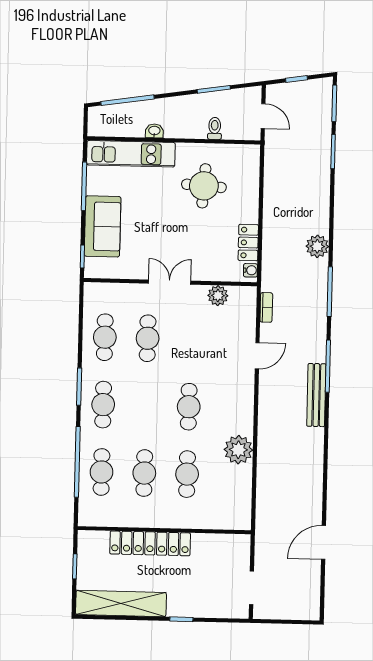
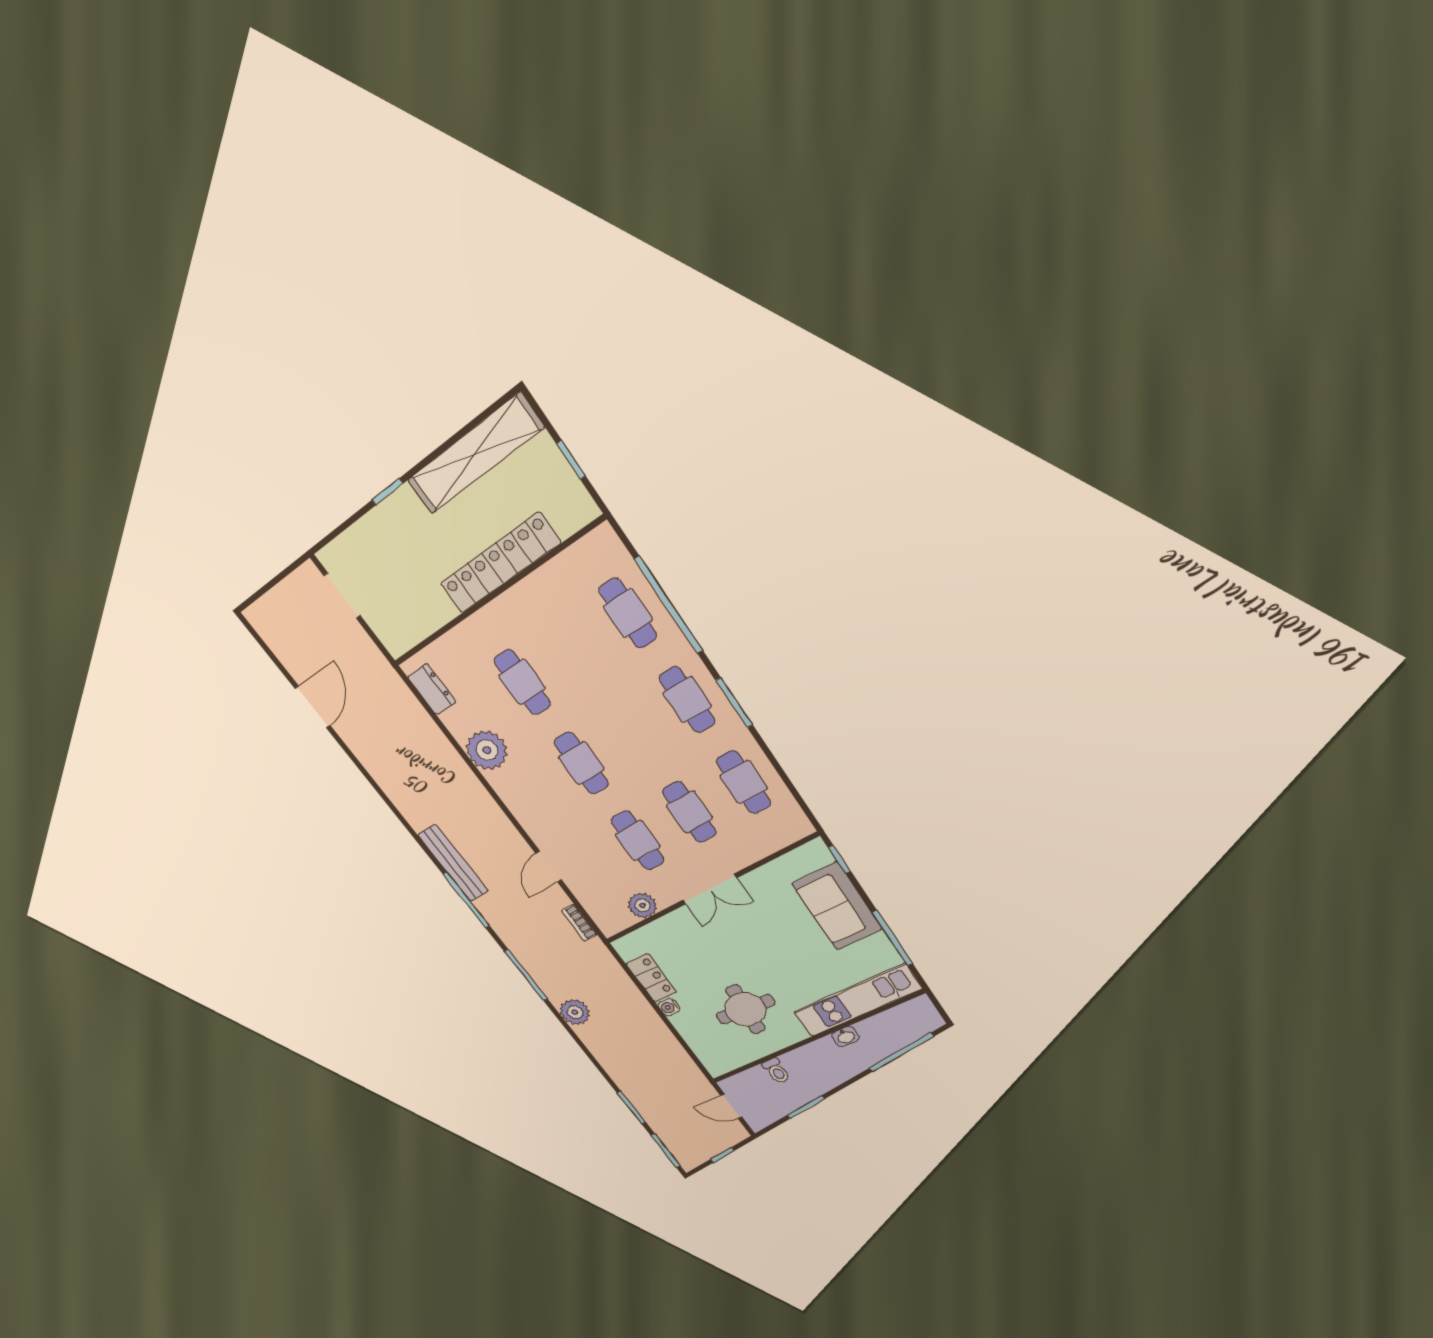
water cooler: (250, 270) -> (669, 1007), moved
cafe table: (144, 473) -> (638, 840), moved
dresser: (243, 505) -> (432, 689), added

